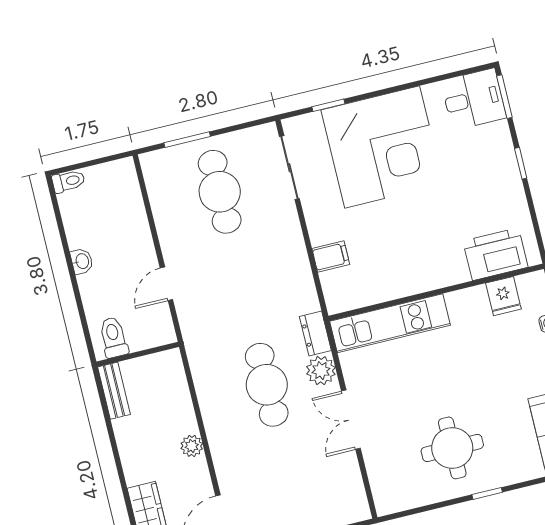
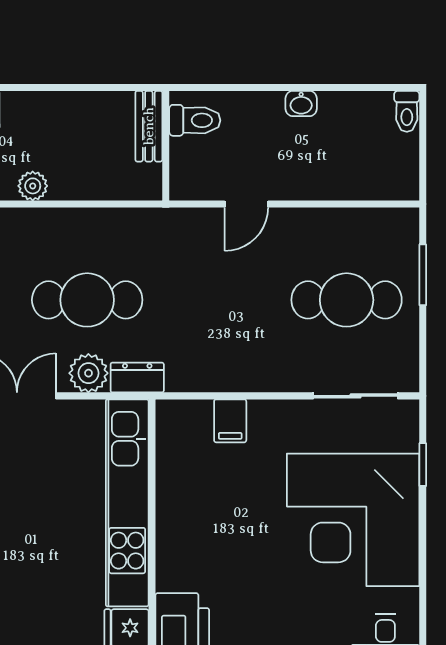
door: (166, 284) -> (246, 204), swing flipped
kitchen unit: (390, 323) -> (127, 503), width x1.36
bench: (114, 391) -> (149, 126), moved, turned 90

